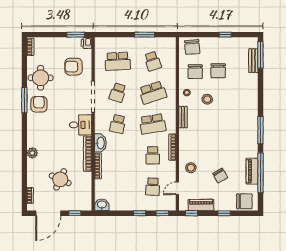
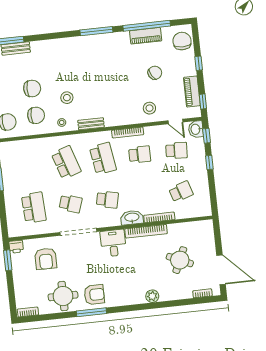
school desk: (153, 61) -> (181, 192), moved
armchair: (39, 104) -> (94, 295), turned 180
washbasin: (102, 205) -> (196, 129), moved
window: (75, 213) -> (218, 239), removed

